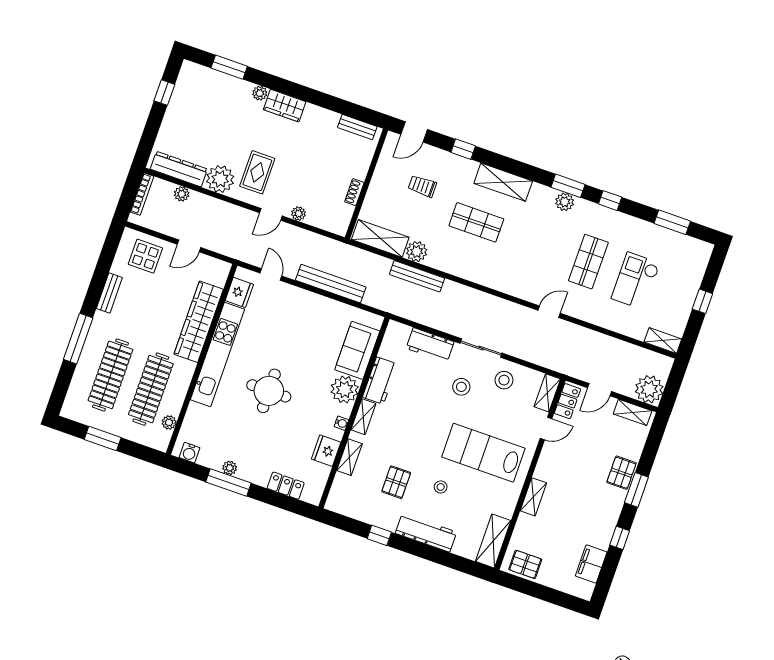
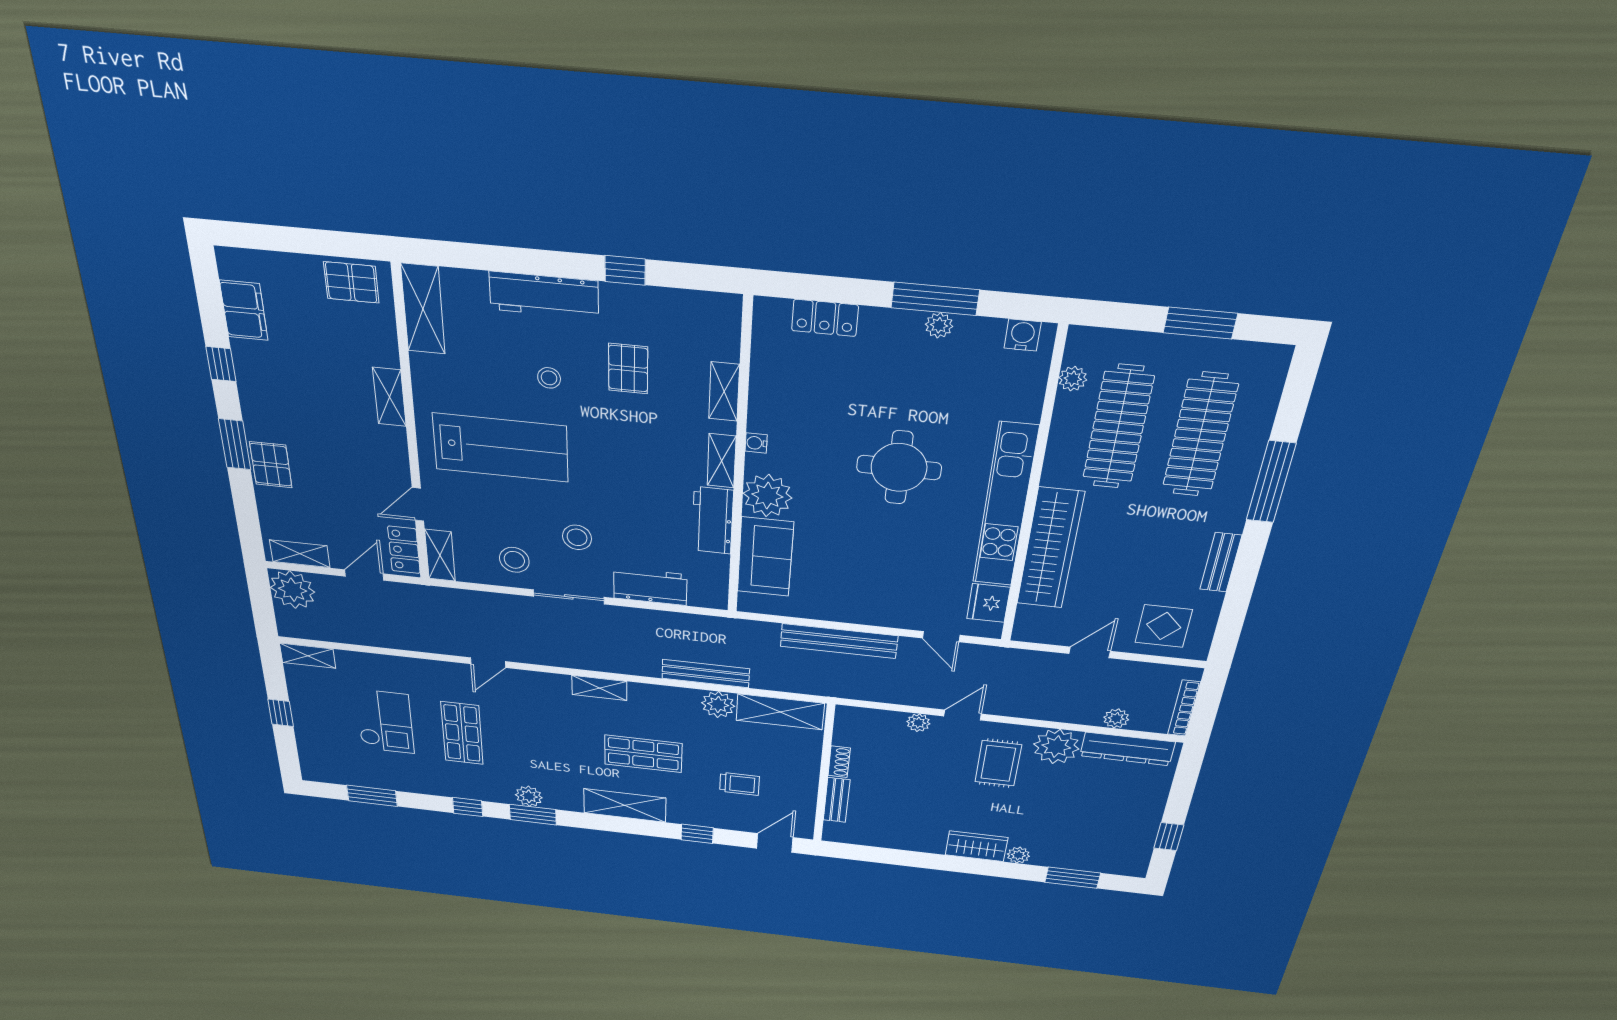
bench: (357, 127) -> (837, 800), moved, turned 90
shelving: (486, 279) -> (599, 688), added
fridge: (326, 451) -> (769, 393), removed

